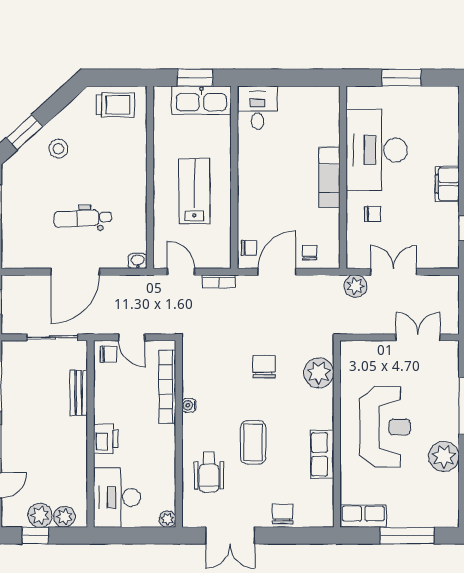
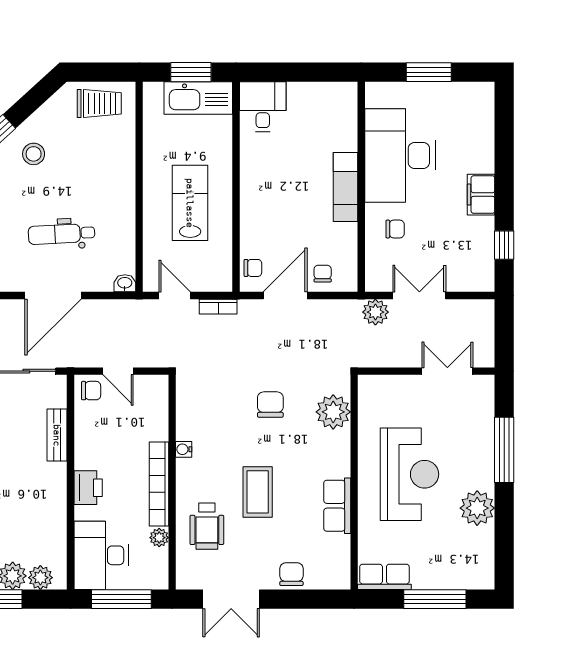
bookcase: (167, 387) -> (159, 484), moved
plant: (167, 519) -> (159, 538), moved
window: (135, 536) -> (121, 599), added

